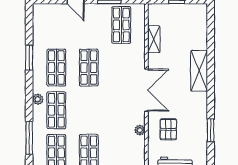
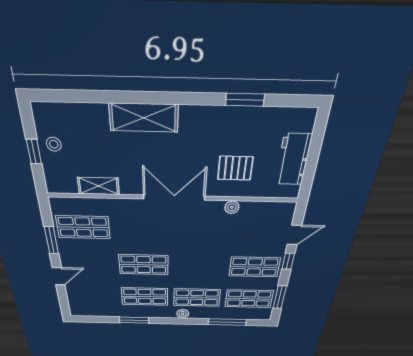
stool: (182, 14) -> (54, 144), added

